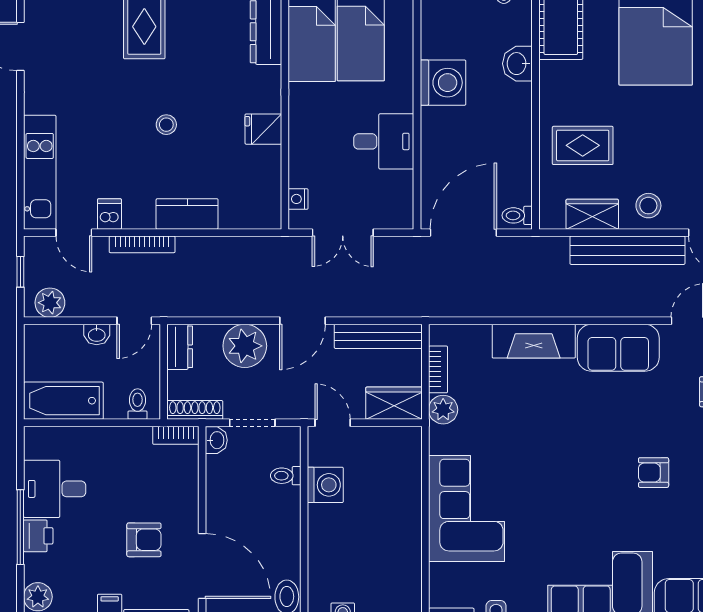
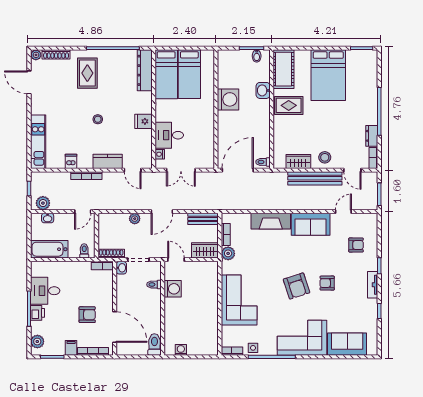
desk: (384, 141) -> (169, 135), moved, turned 180
rug: (583, 145) -> (289, 105), moved
door: (74, 233) -> (133, 170), moved
washbasin: (97, 334) -> (48, 218), moved
bench: (378, 336) -> (203, 219), width x0.73
plant: (245, 346) -> (135, 219), width x0.53, depth x0.53
dresser: (180, 347) -> (104, 224), removed
armchair: (588, 479) -> (297, 286), added

